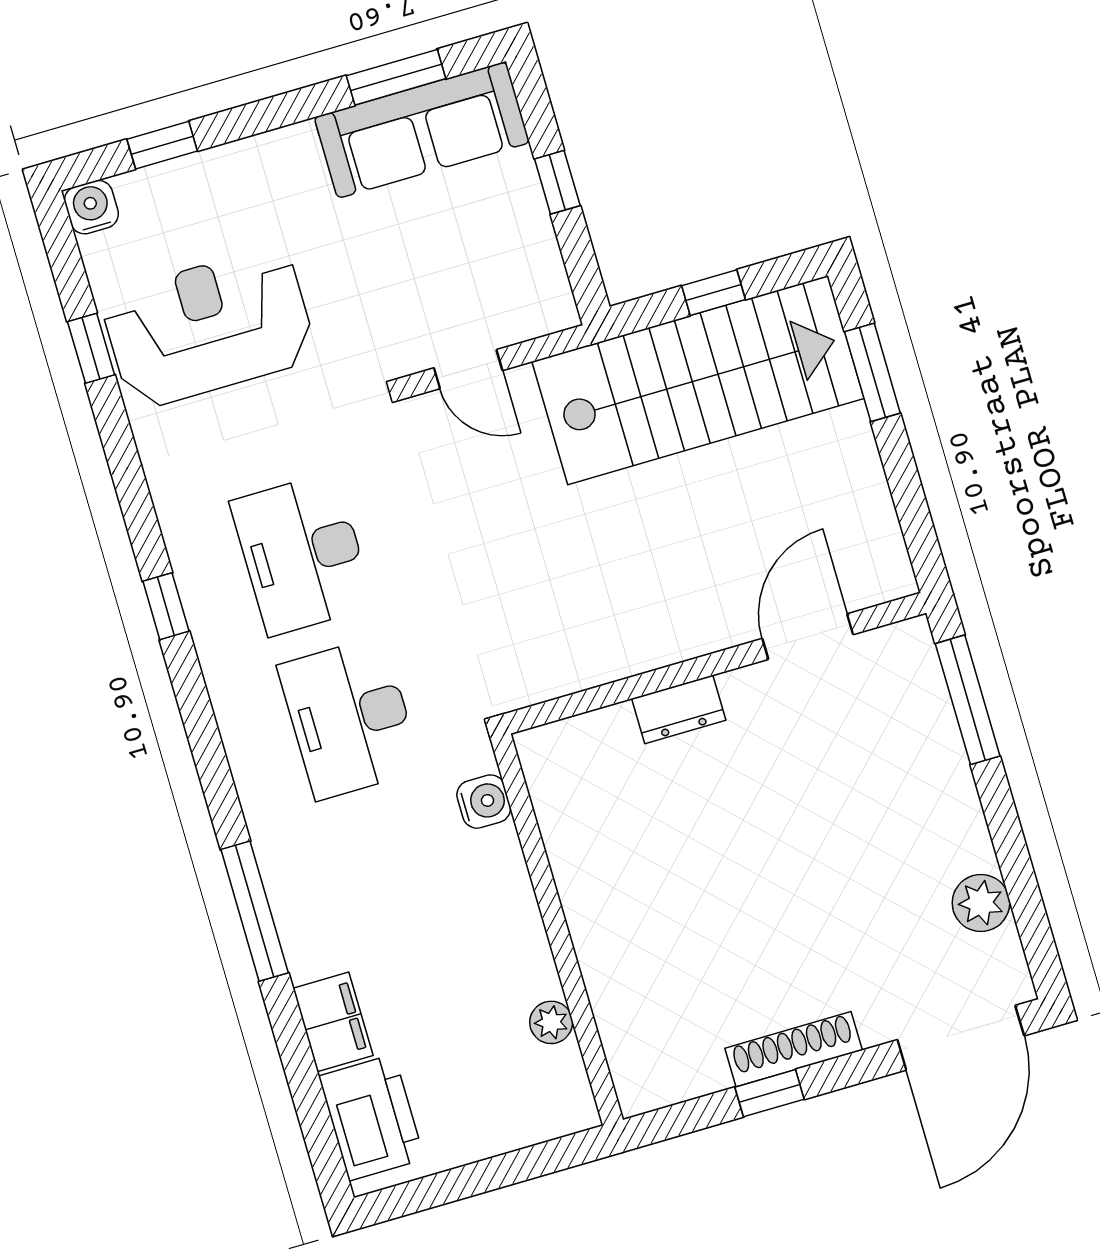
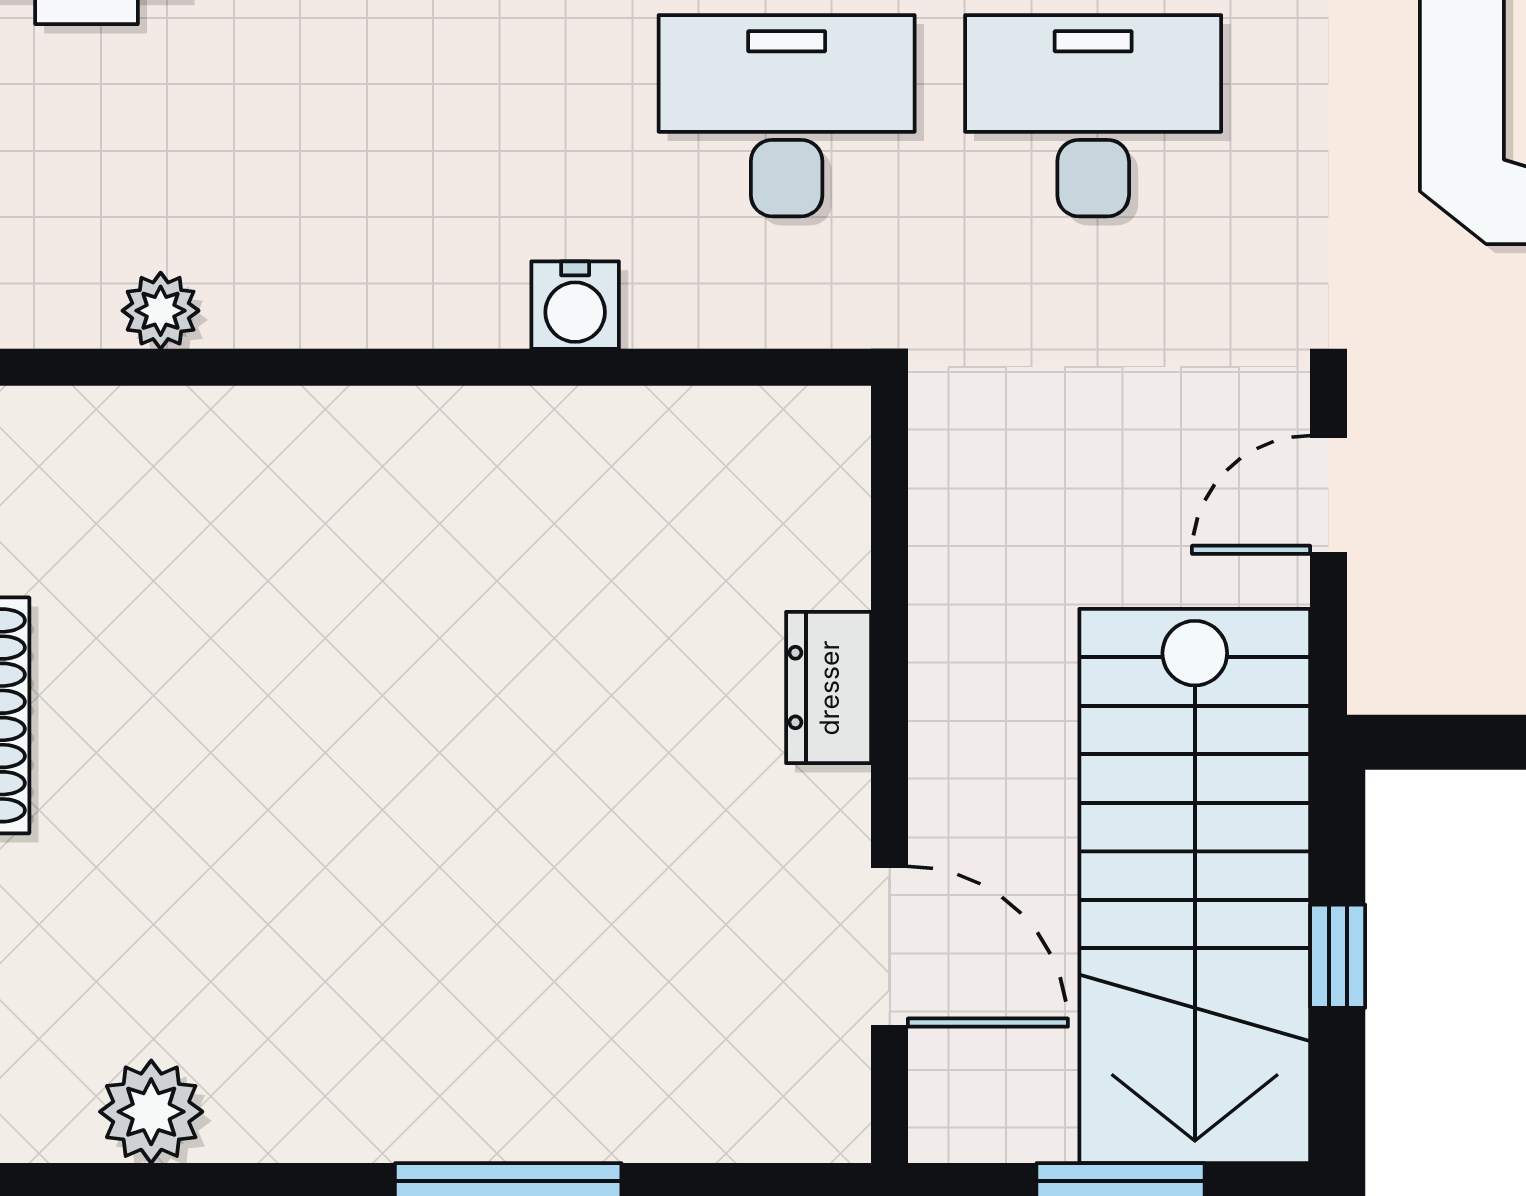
door: (808, 637) -> (889, 947), moved
wall: (716, 663) -> (889, 774), moved
dresser: (679, 709) -> (829, 688), moved

